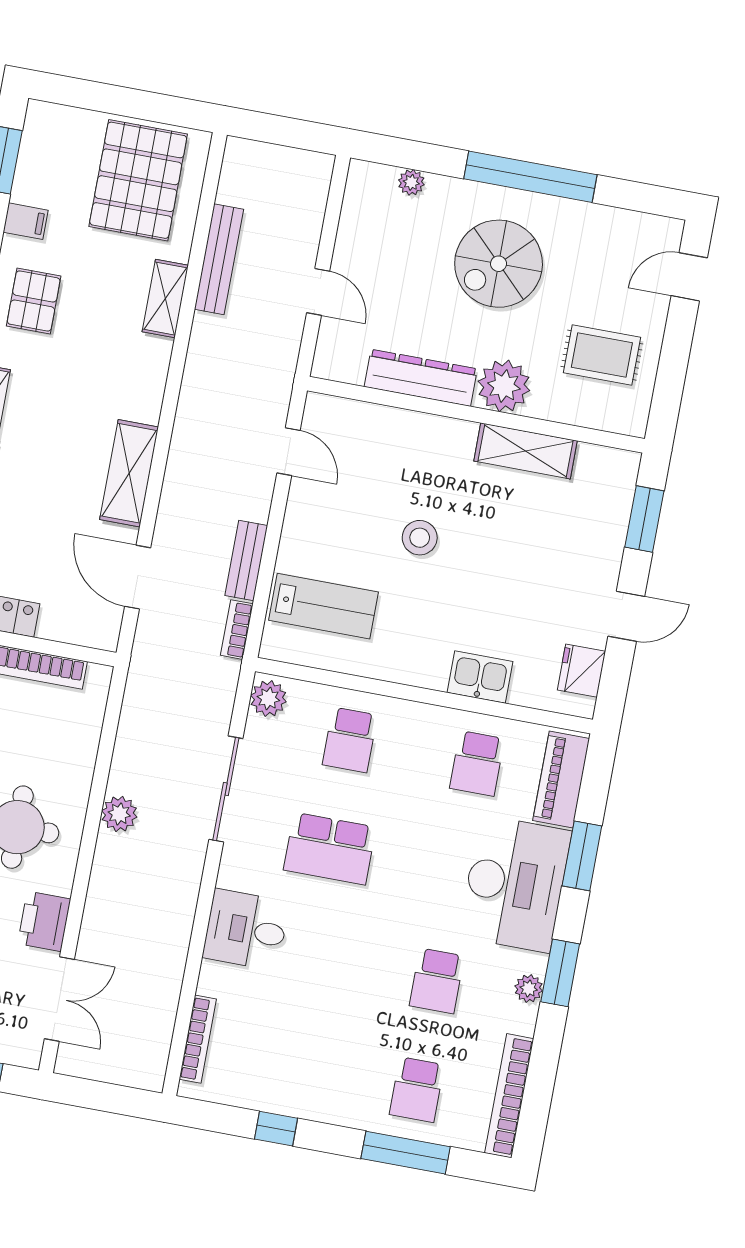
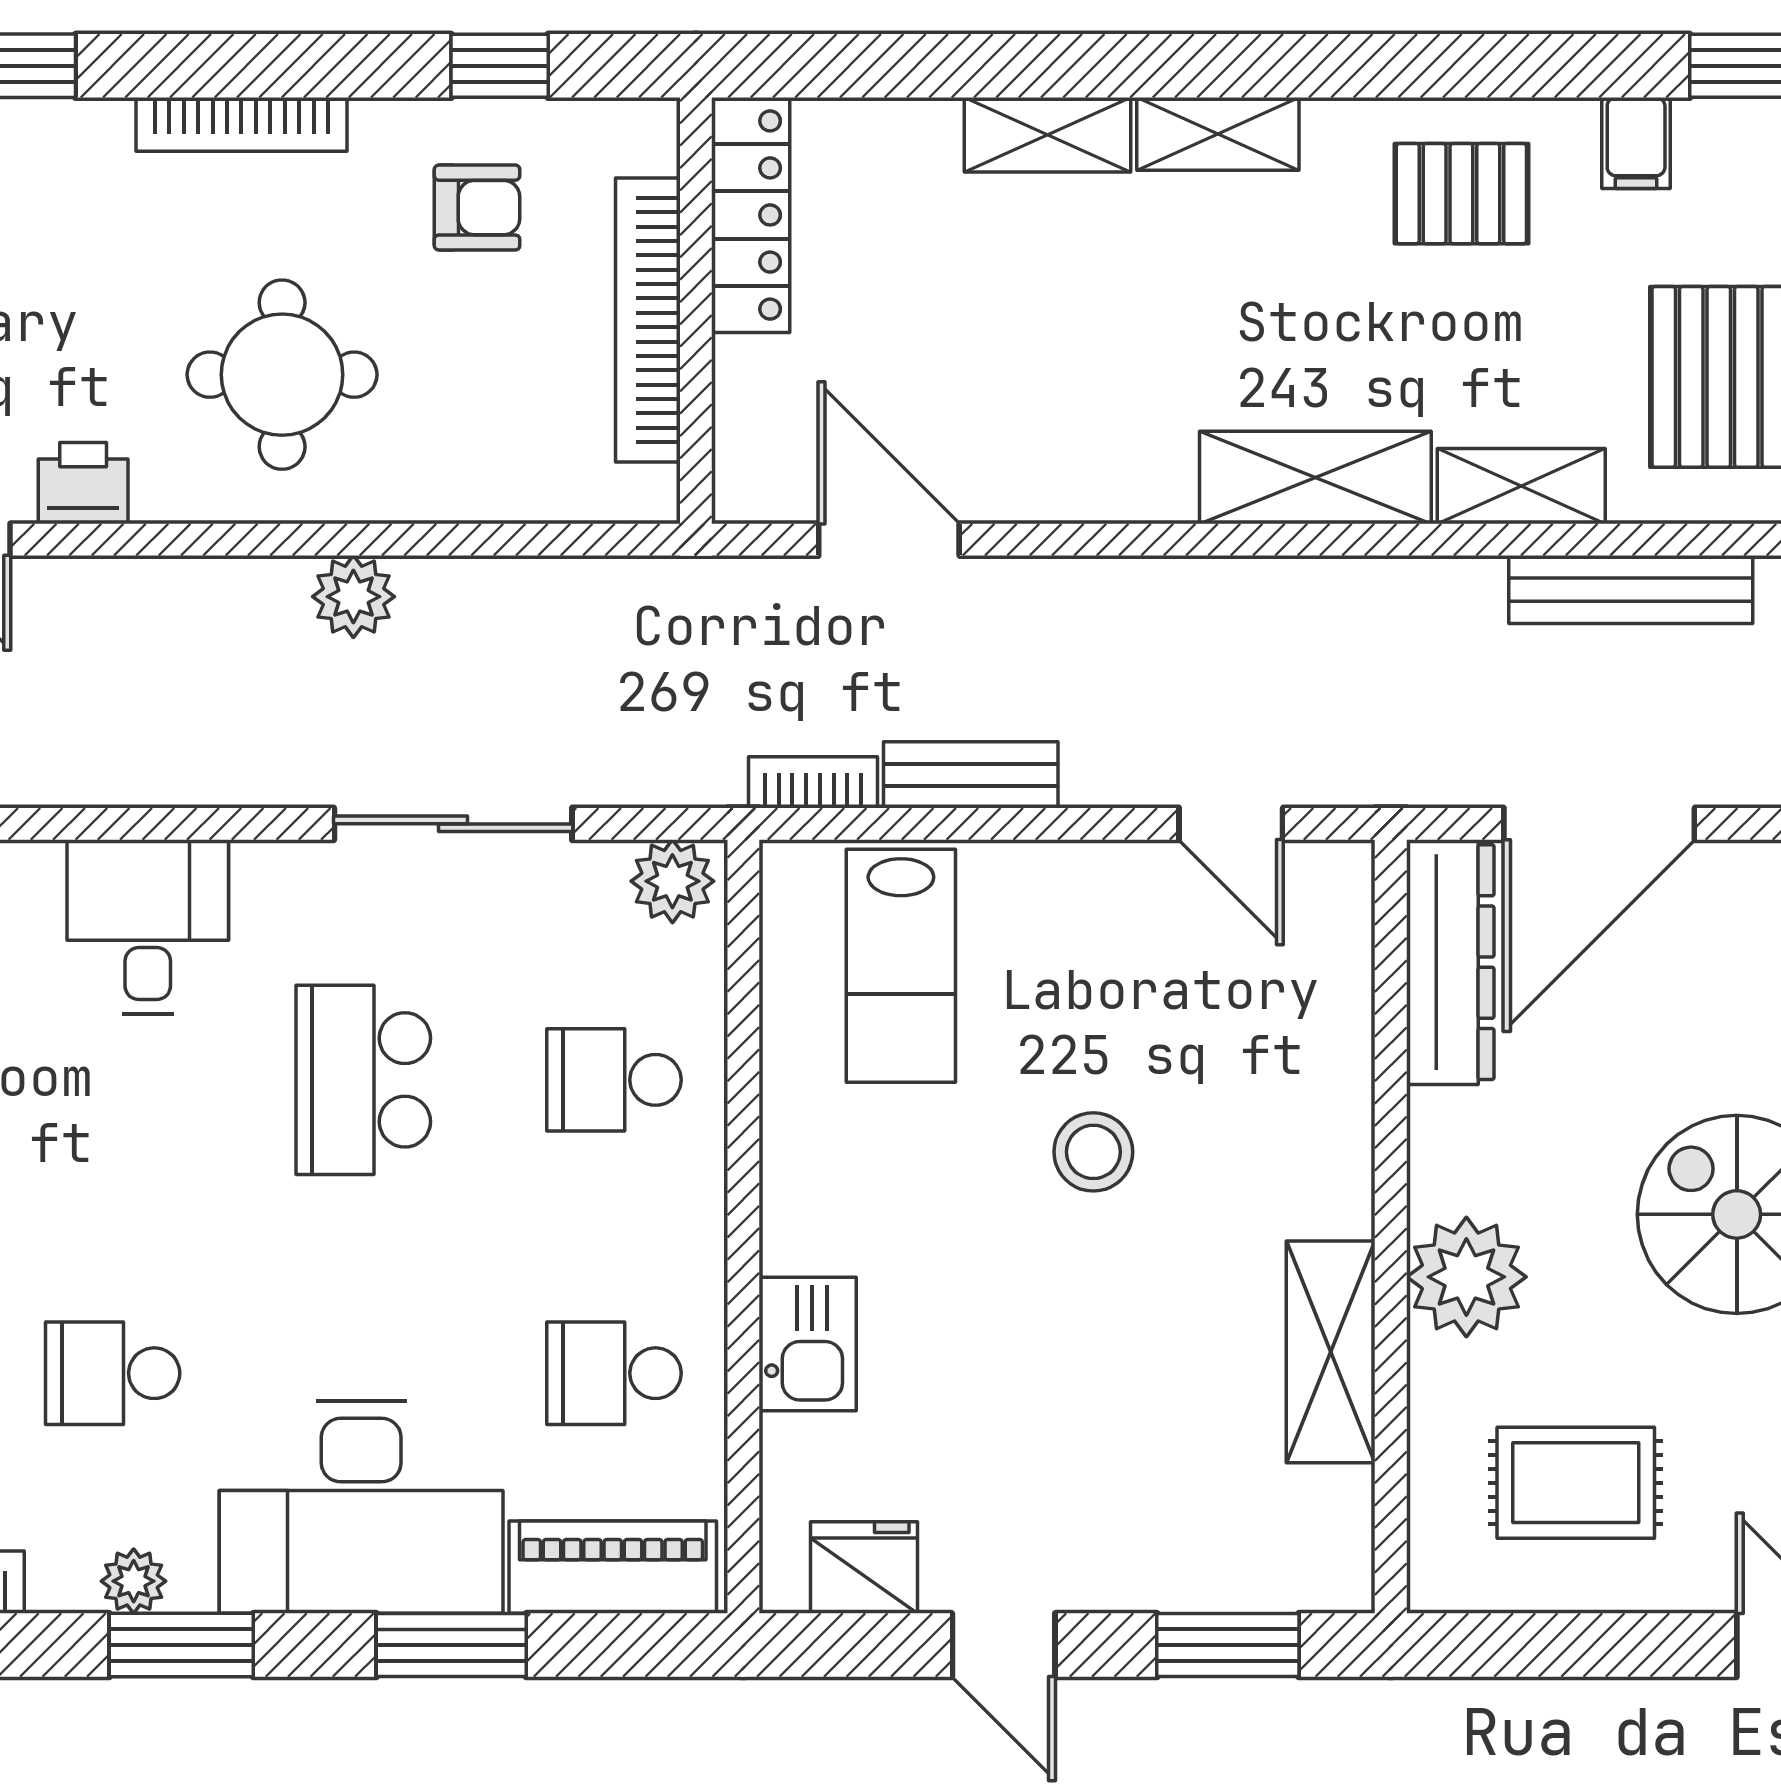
door: (318, 292) -> (1599, 824), width x1.88
rug: (602, 355) -> (1576, 1483), turned 90
dresser: (421, 378) -> (1450, 962), moved
door: (288, 452) -> (1231, 824), hinge flipped
shelving: (129, 473) -> (1315, 477), moved
door: (138, 577) -> (889, 540), hinge flipped
printer: (44, 921) -> (83, 483), width x0.73, depth x0.81

